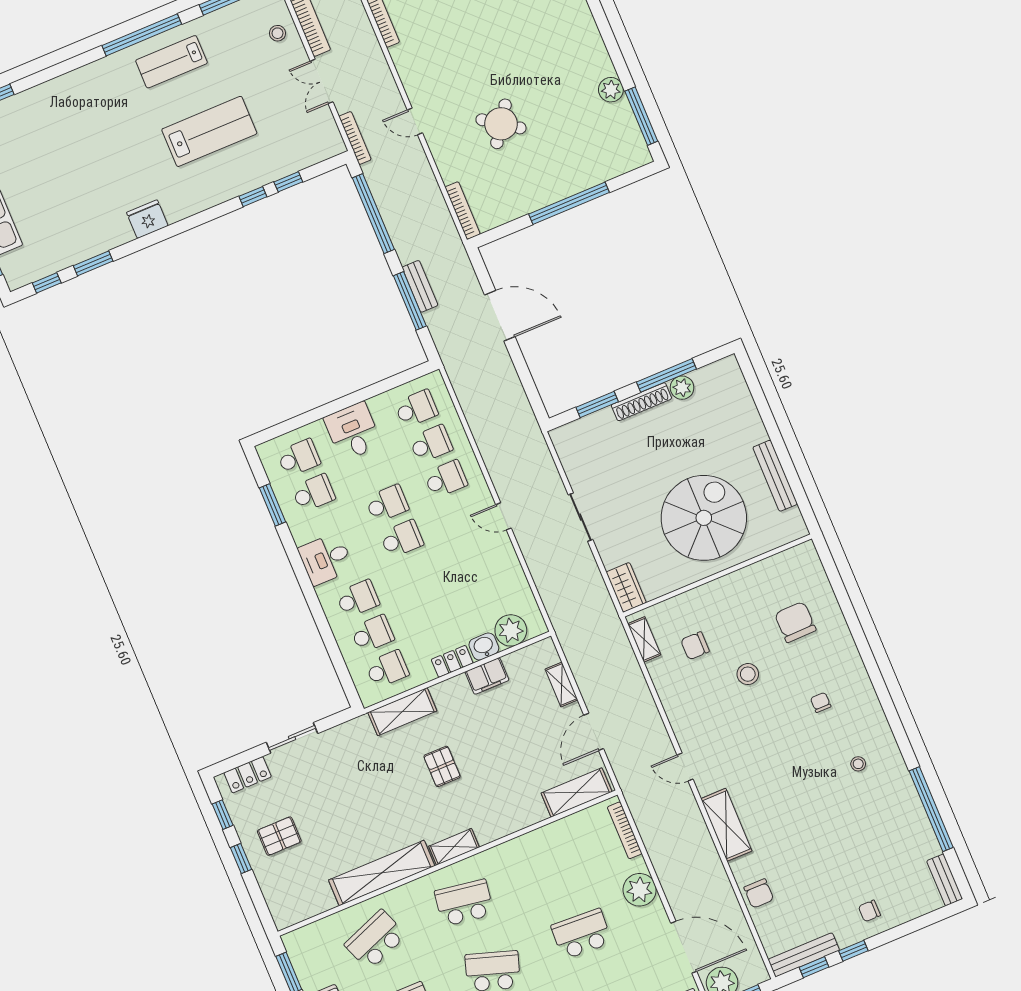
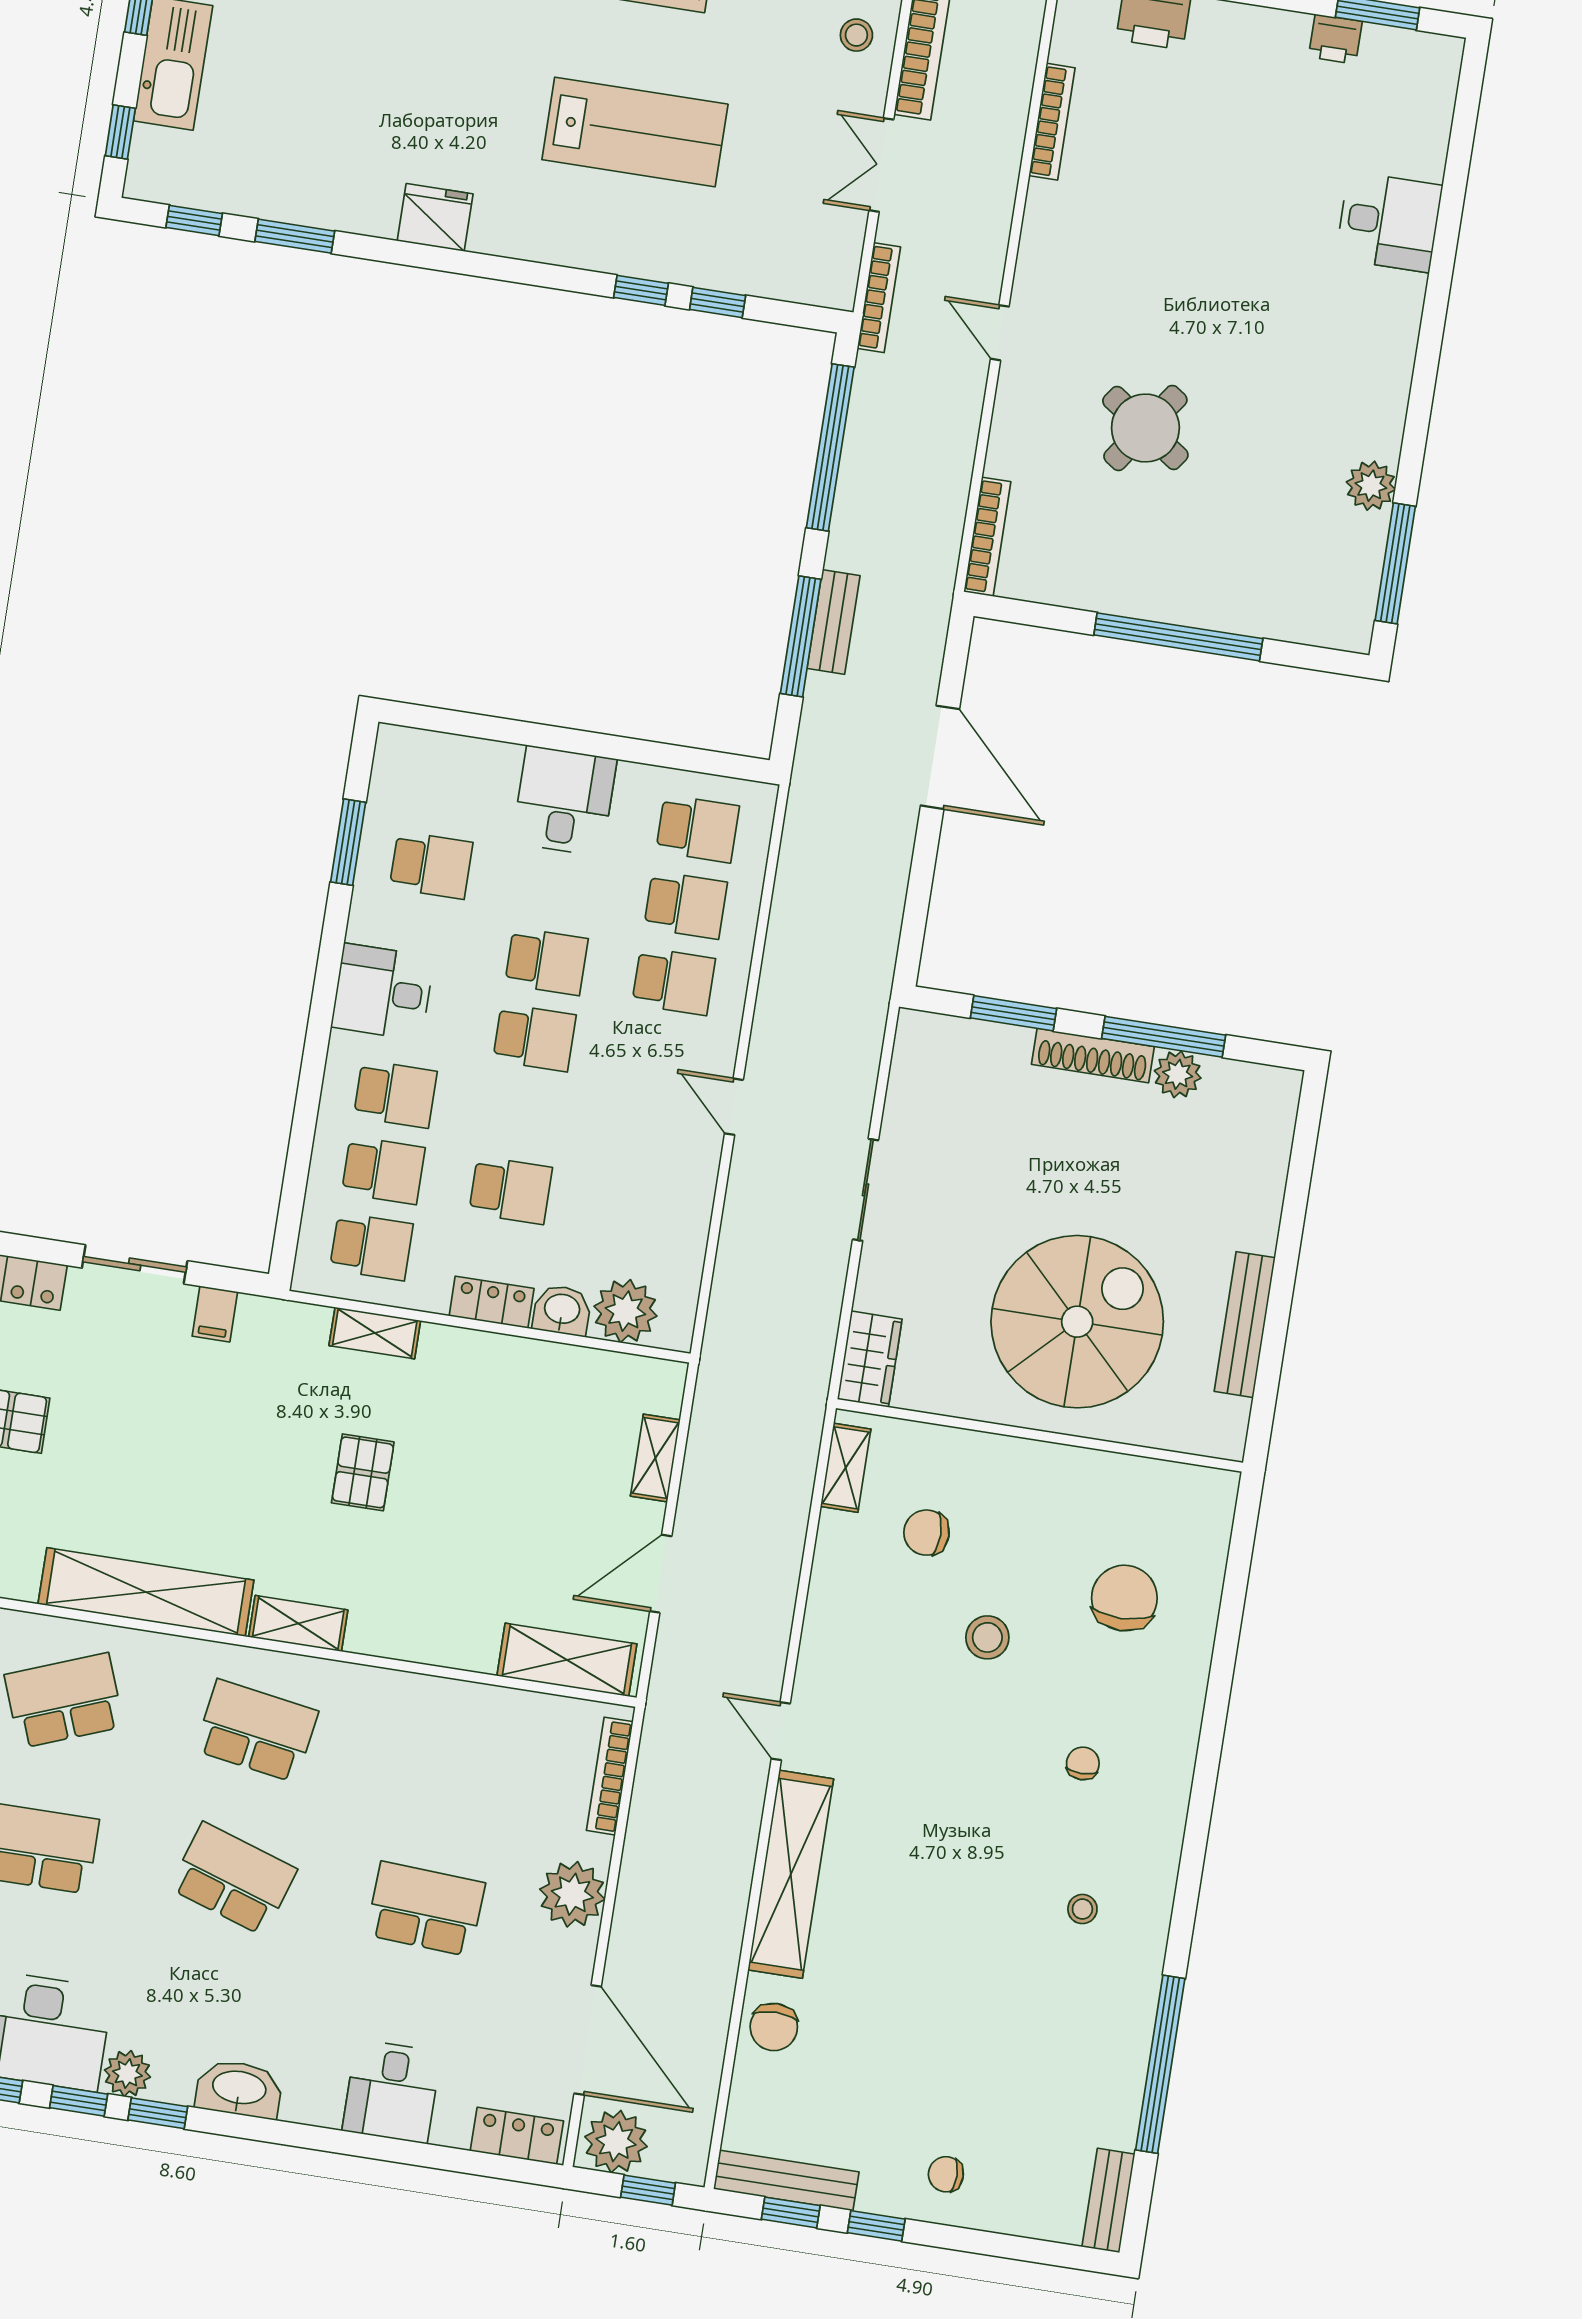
school desk: (299, 458) -> (511, 1190), moved
filing cabinet: (487, 676) -> (215, 1314), moved, width x0.50
shelving: (402, 712) -> (375, 1333), width x0.67, depth x0.75
shelving: (726, 825) -> (791, 1874), width x1.47

